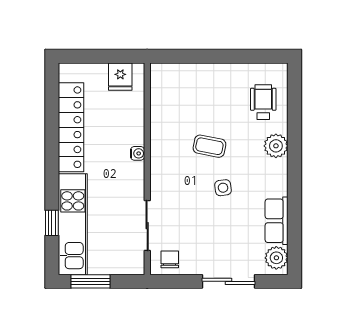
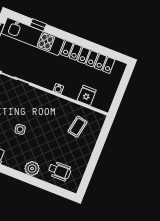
fridge: (120, 77) -> (87, 95), moved, turned 90
coffee table: (209, 146) -> (78, 127), moved

